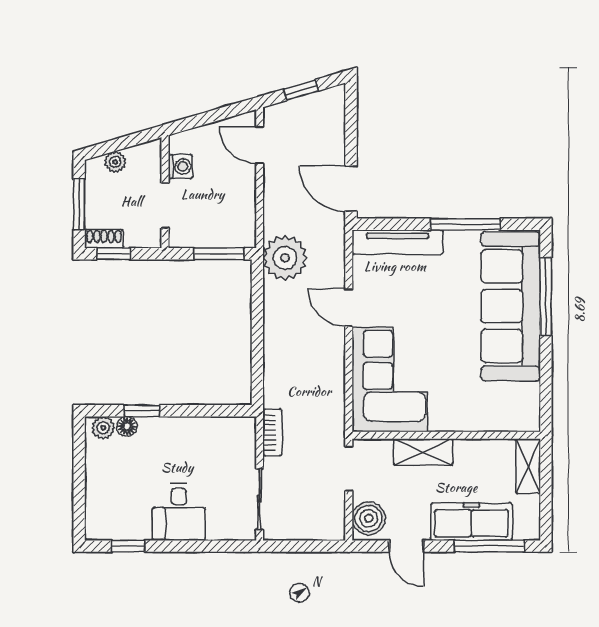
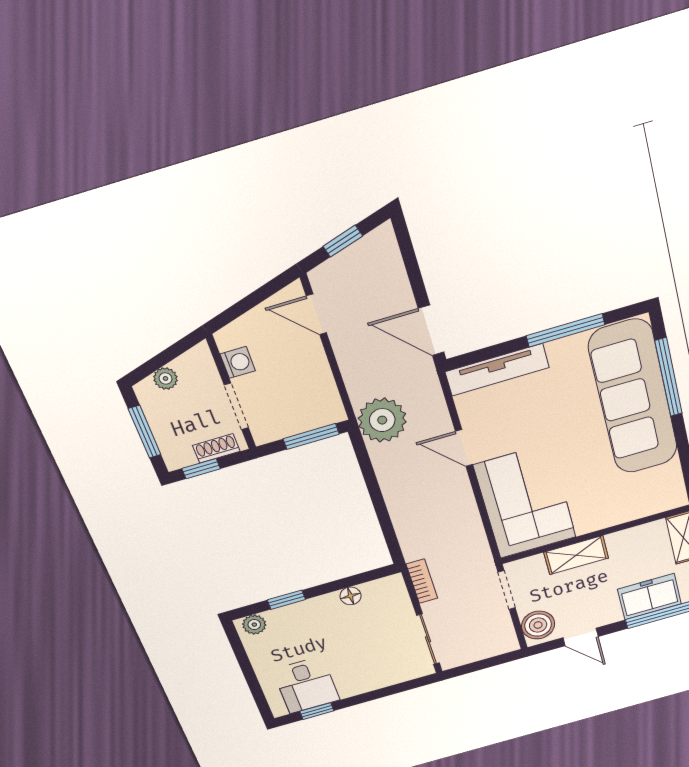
shoe rack: (104, 239) -> (216, 448), moved
floor lamp: (127, 426) -> (351, 596), moved
desk: (179, 512) -> (306, 685), moved
freezer: (471, 522) -> (649, 597), width x0.71

